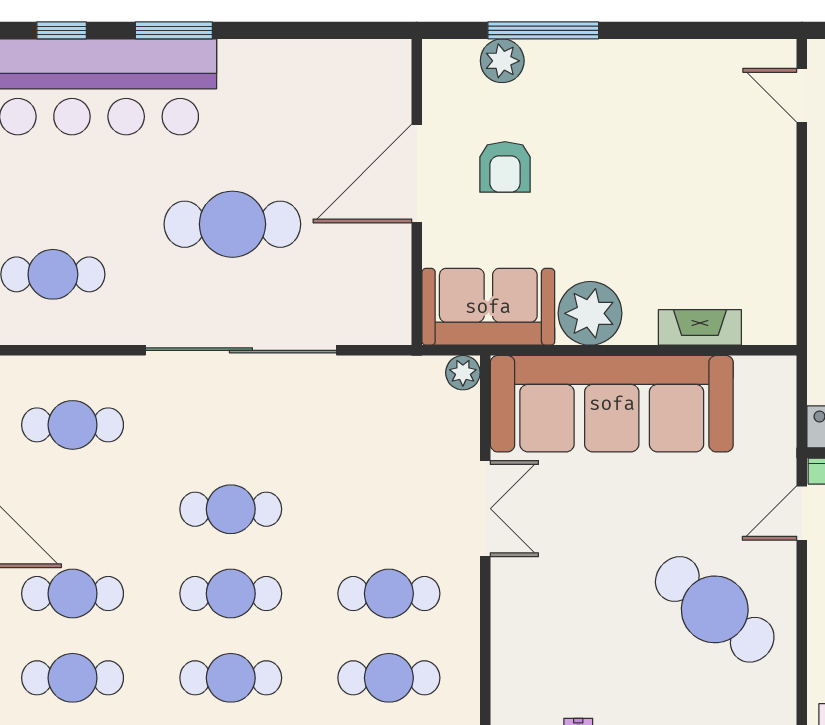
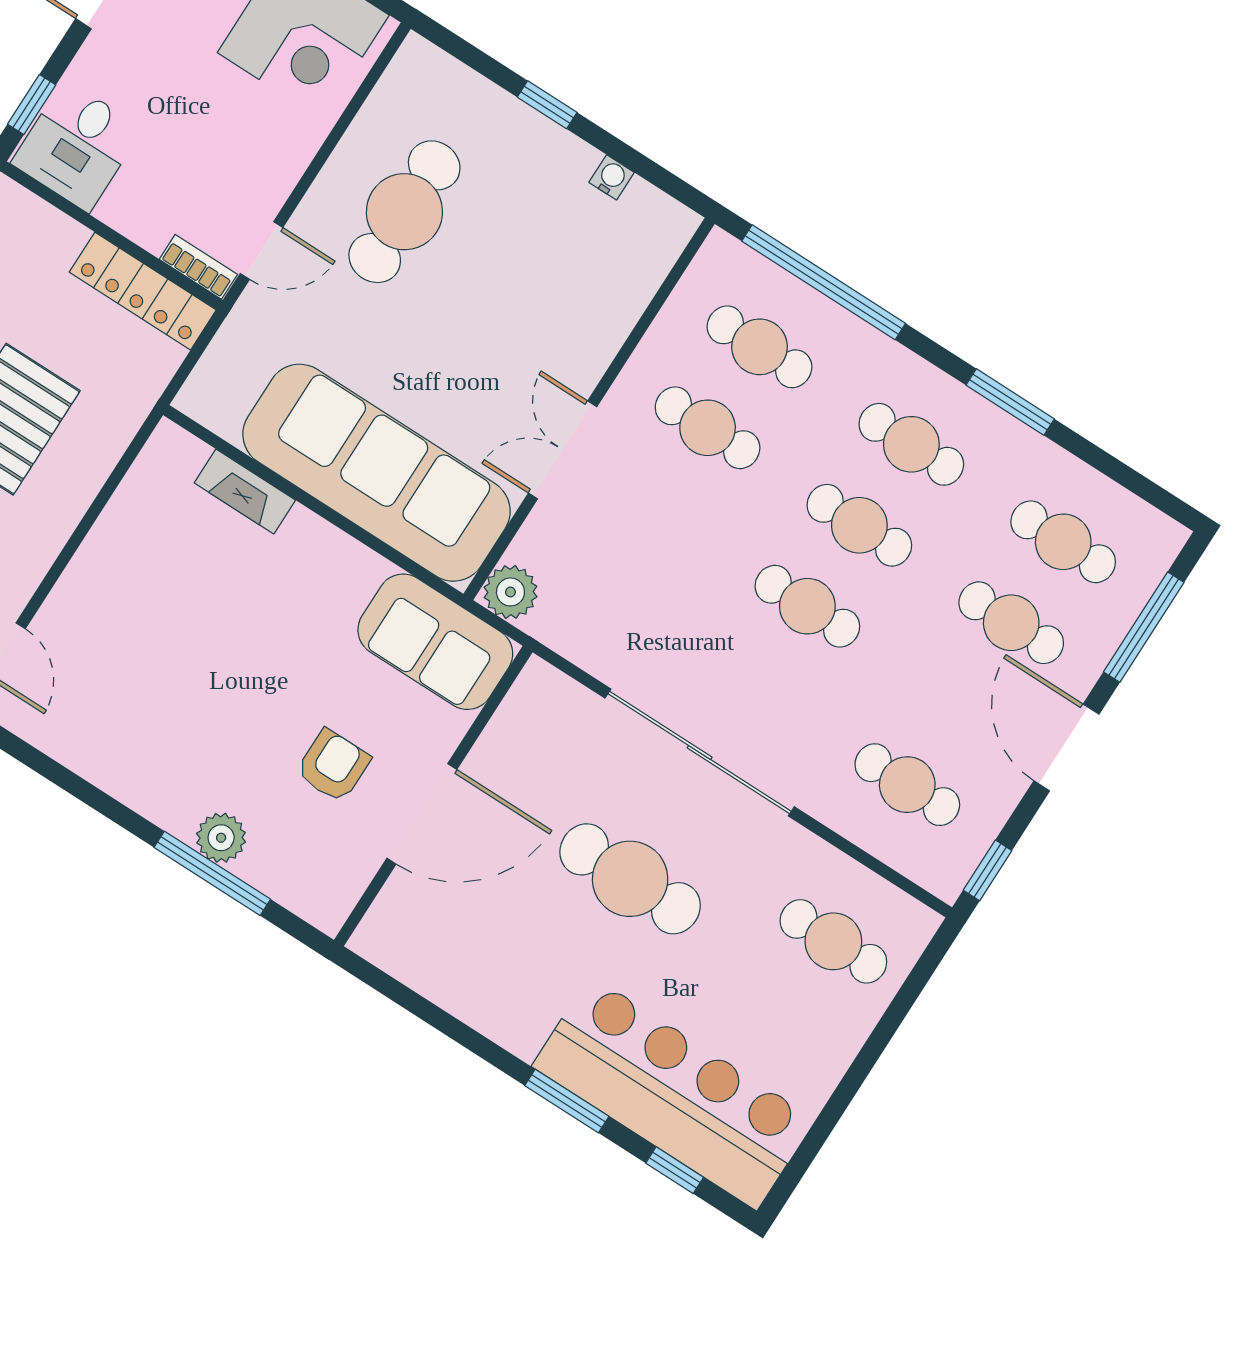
plant: (502, 61) -> (221, 838), moved
plant: (590, 313) -> (342, 573), removed
plant: (463, 373) -> (510, 592), width x1.38, depth x1.38
cafe table: (715, 609) -> (404, 212), turned 51

